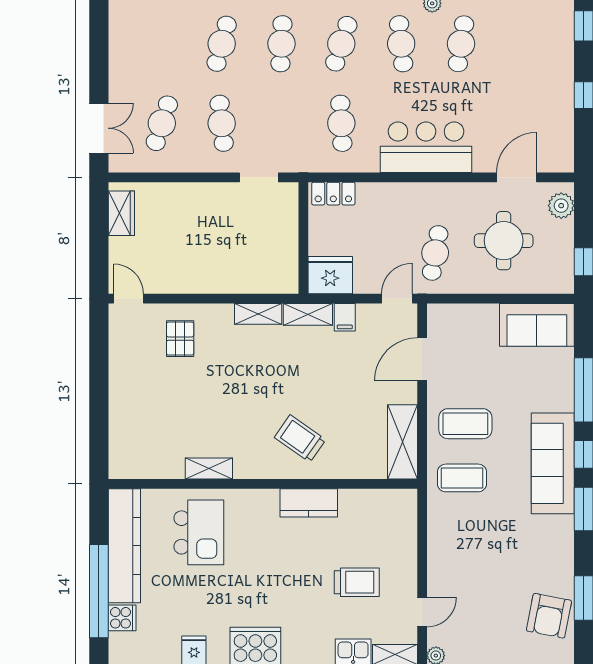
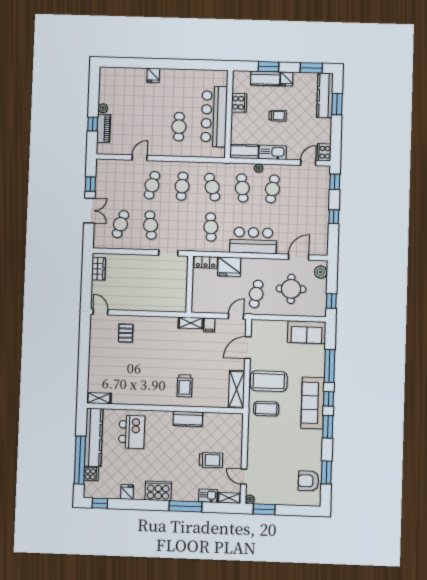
cafe table: (341, 44) -> (212, 187), turned -36
window: (99, 45) -> (90, 184), added
double door: (99, 128) -> (89, 210), moved
fridge: (330, 275) -> (229, 267), moved, turned 180
shelving: (258, 314) -> (166, 322), removed
coffee table: (465, 424) -> (269, 381), width x1.36, depth x1.32
trolley: (300, 439) -> (185, 386), turned -125
shelving: (209, 469) -> (99, 398), moved
door: (422, 612) -> (244, 477), swing flipped
armchair: (549, 616) -> (308, 481), turned 79

